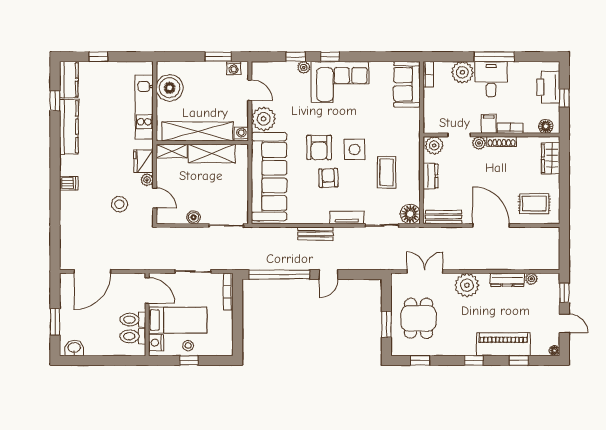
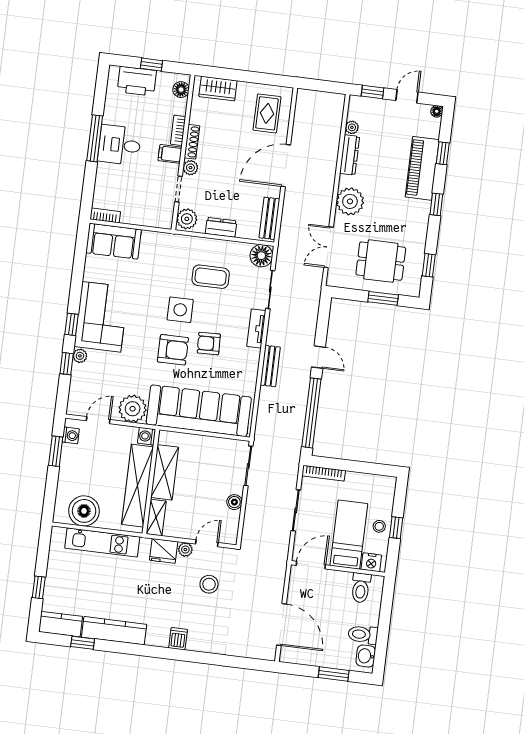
plant: (462, 72) -> (108, 177), removed
toilet: (133, 320) -> (363, 635), moved, turned 90

